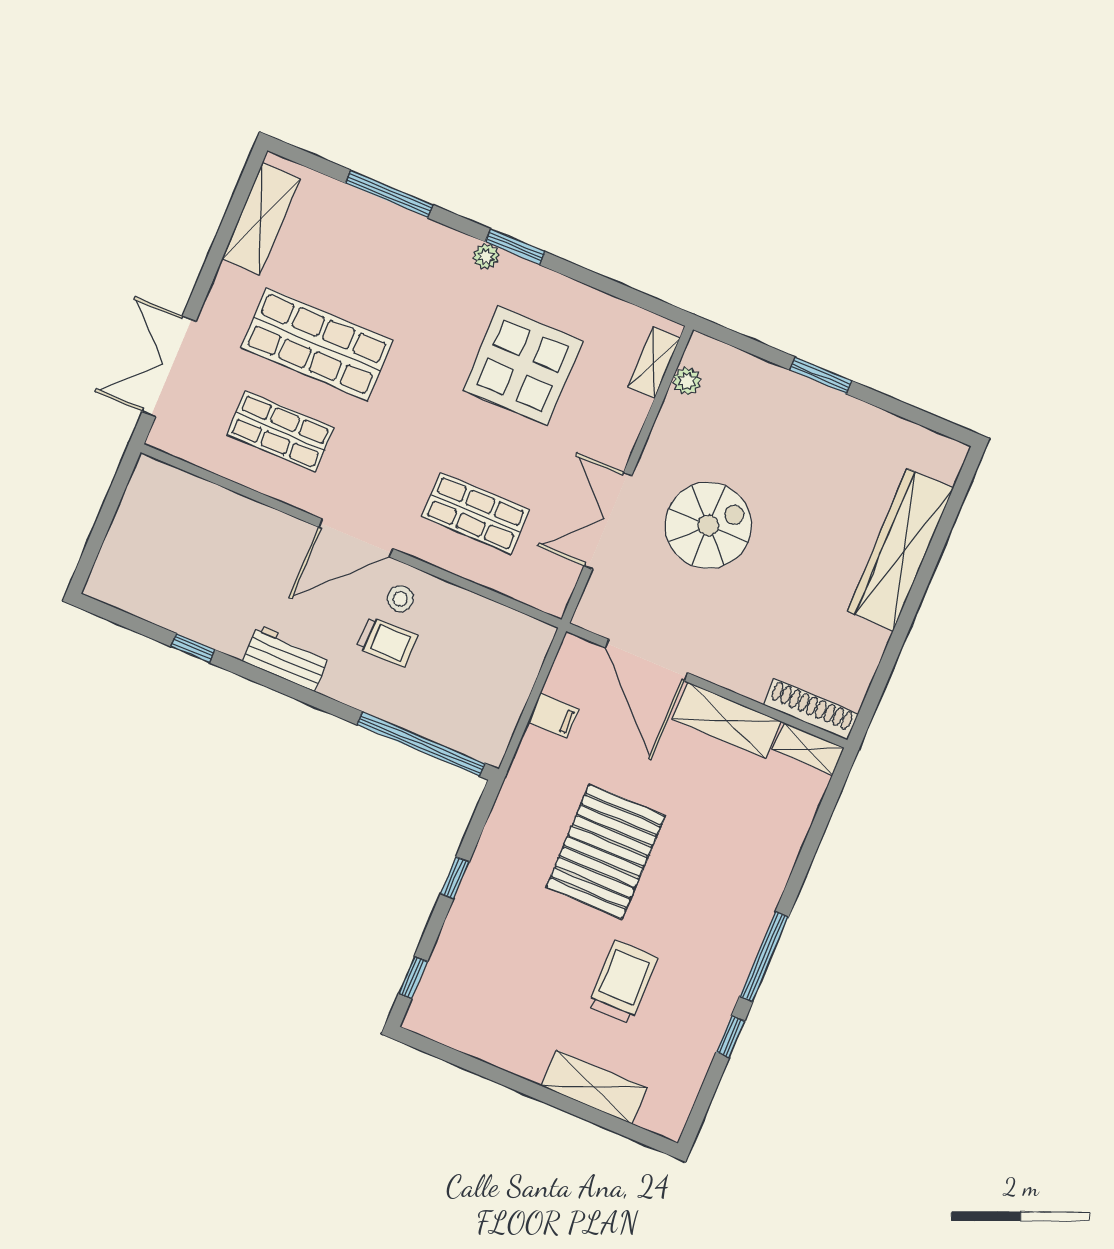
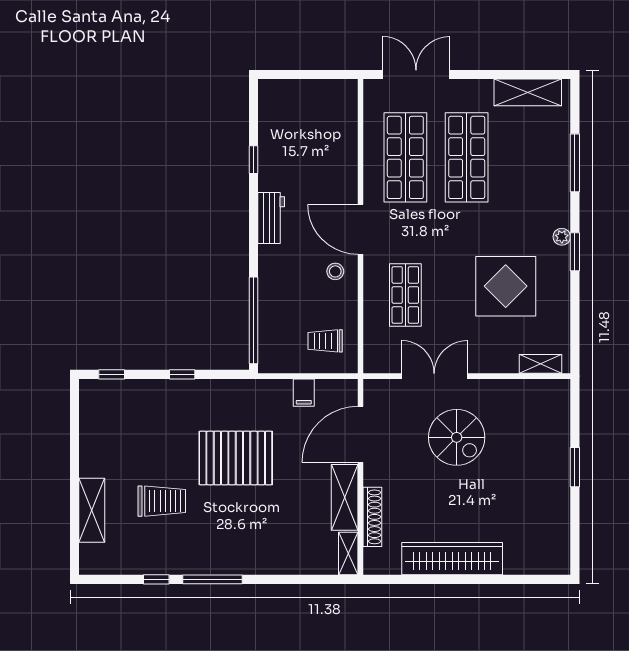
plant: (687, 381) -> (538, 388), removed
shop shelf: (280, 431) -> (405, 157), width x1.43, depth x1.36
wardrobe: (900, 550) -> (452, 559), moved
trolley: (387, 642) -> (325, 341), moved, turned 90
shoe rack: (811, 709) -> (372, 517), moved

